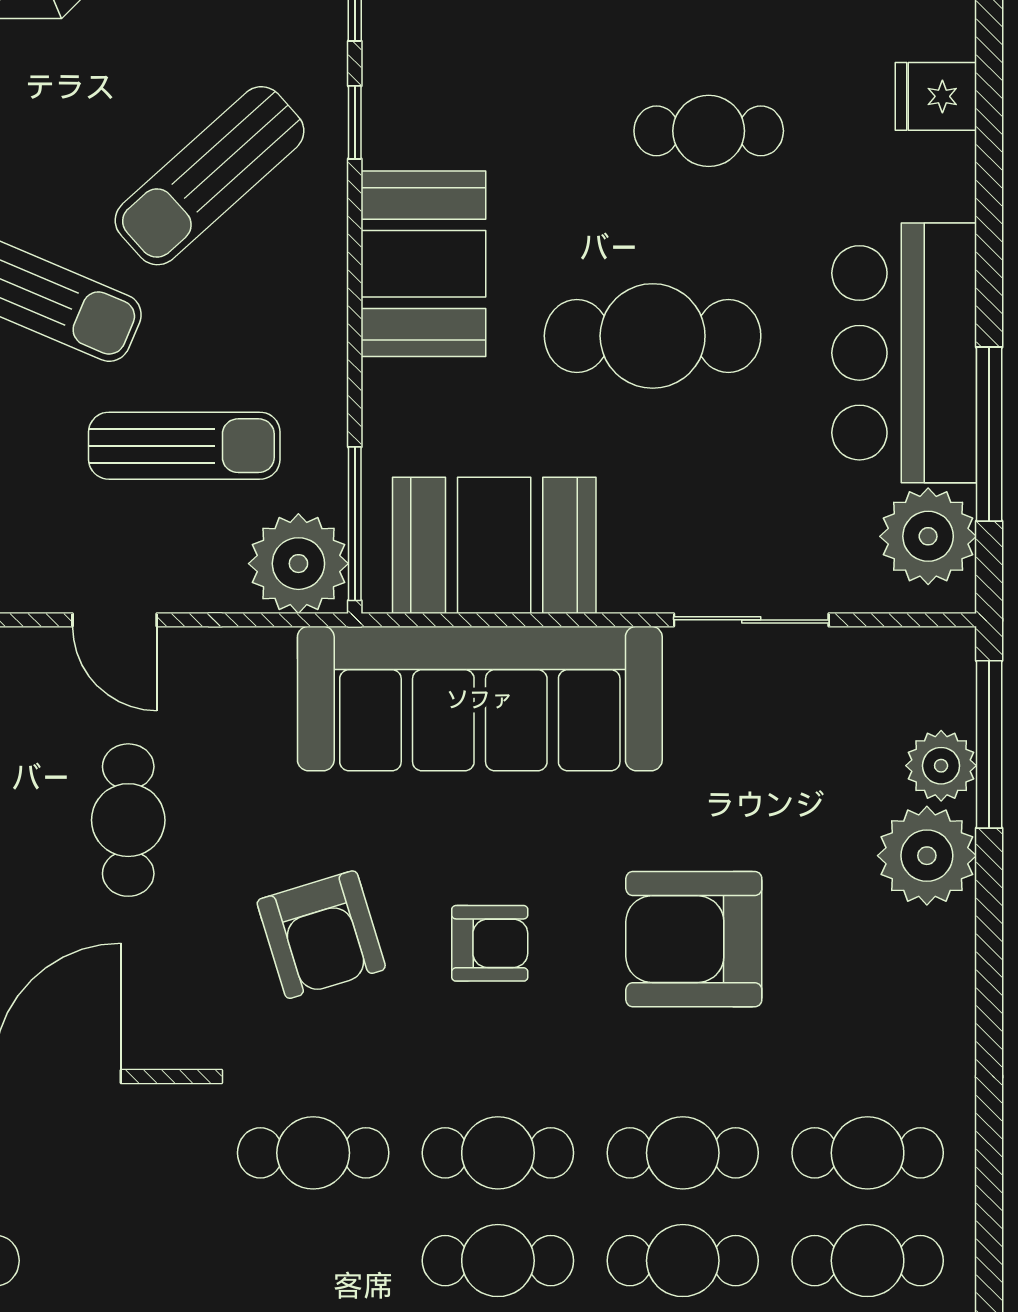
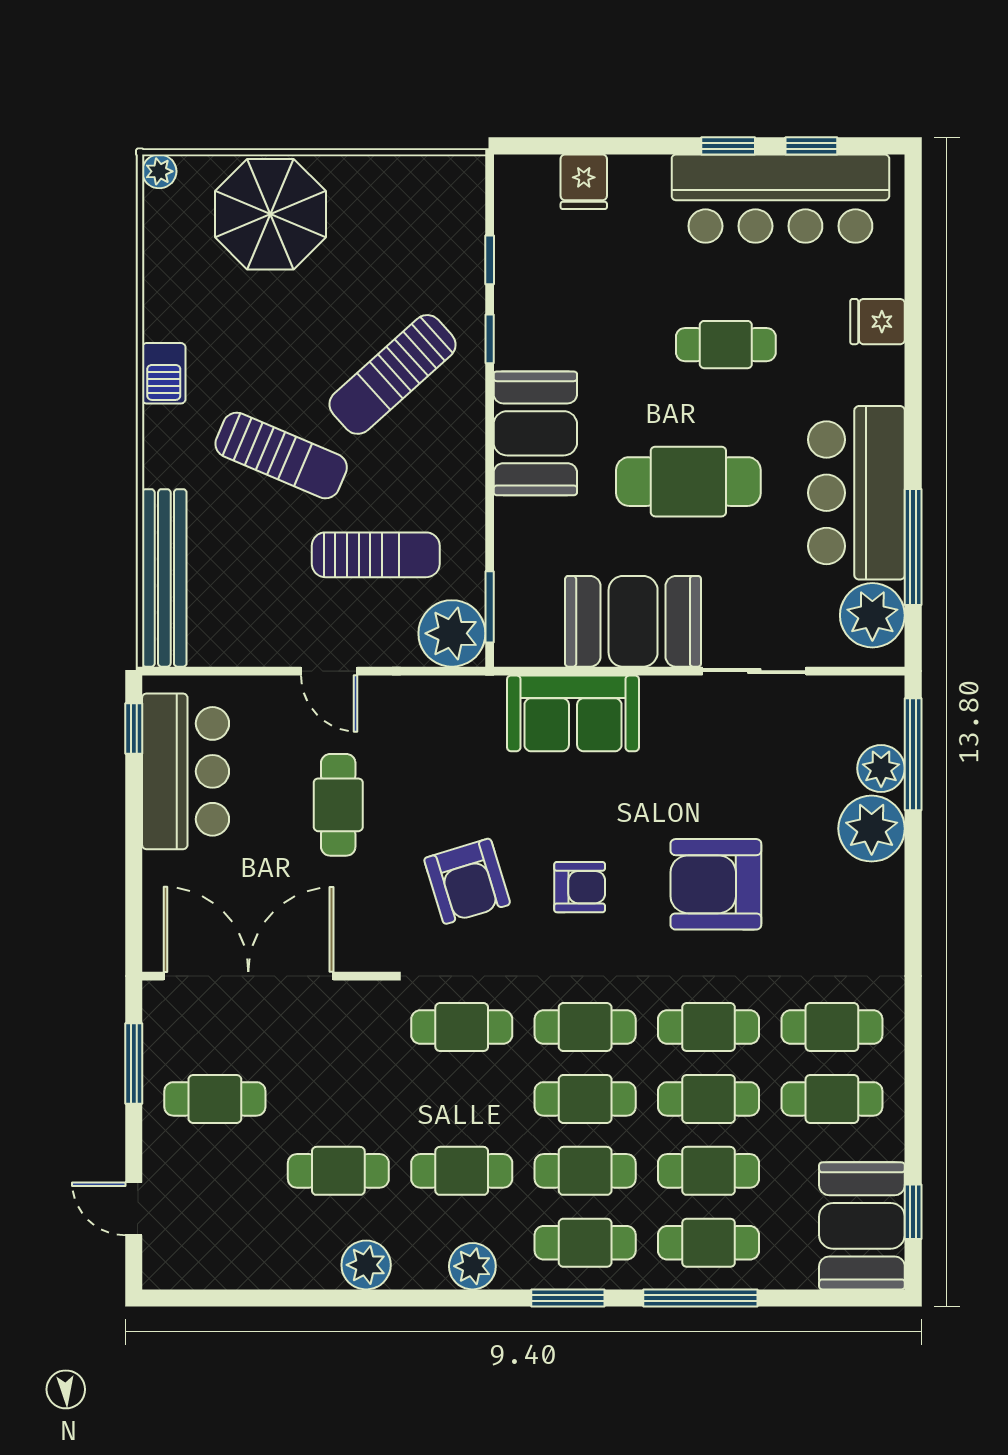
window: (355, 524) -> (490, 607), width x0.69
booth: (494, 545) -> (633, 621), moved
sofa: (480, 699) -> (573, 713), width x0.54, depth x0.79

